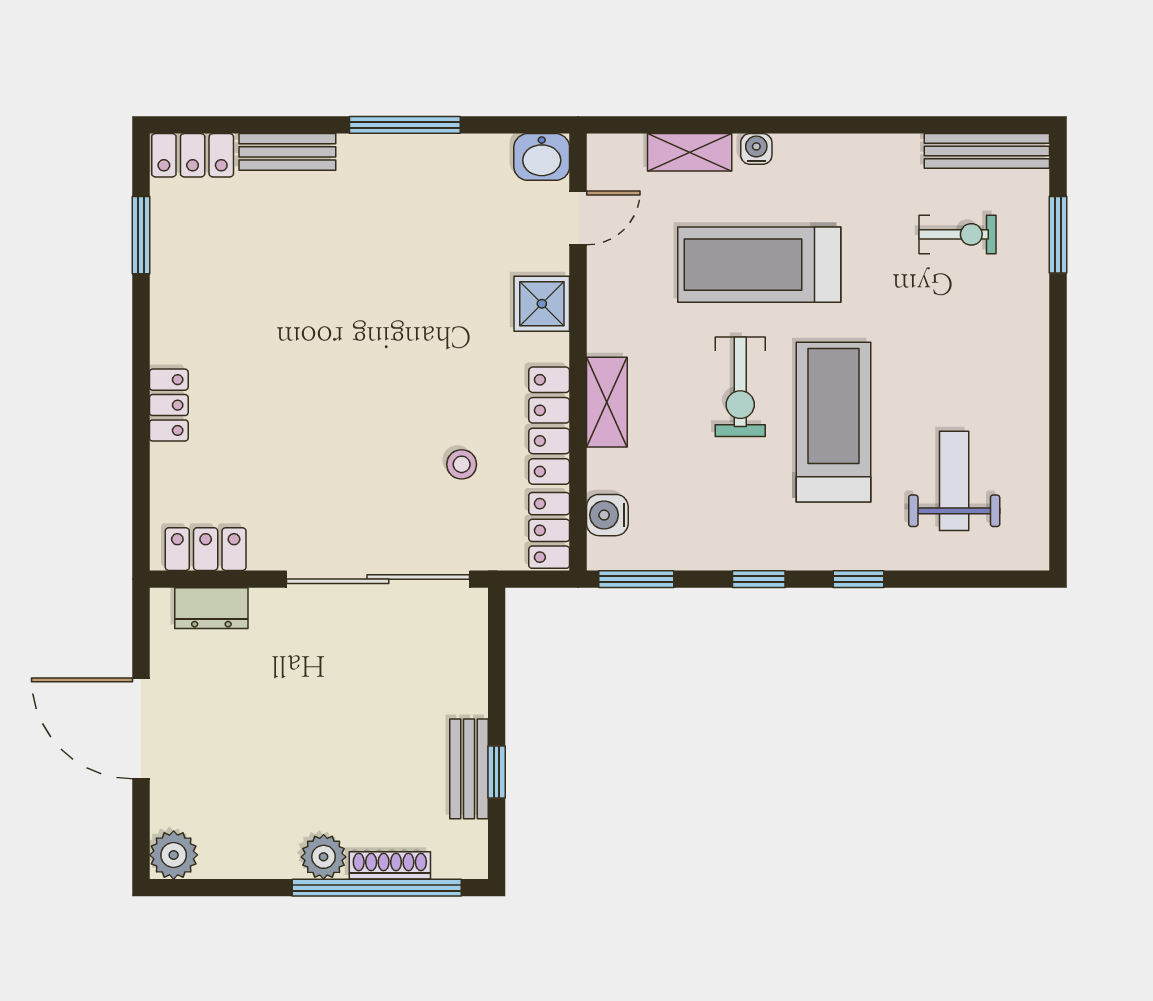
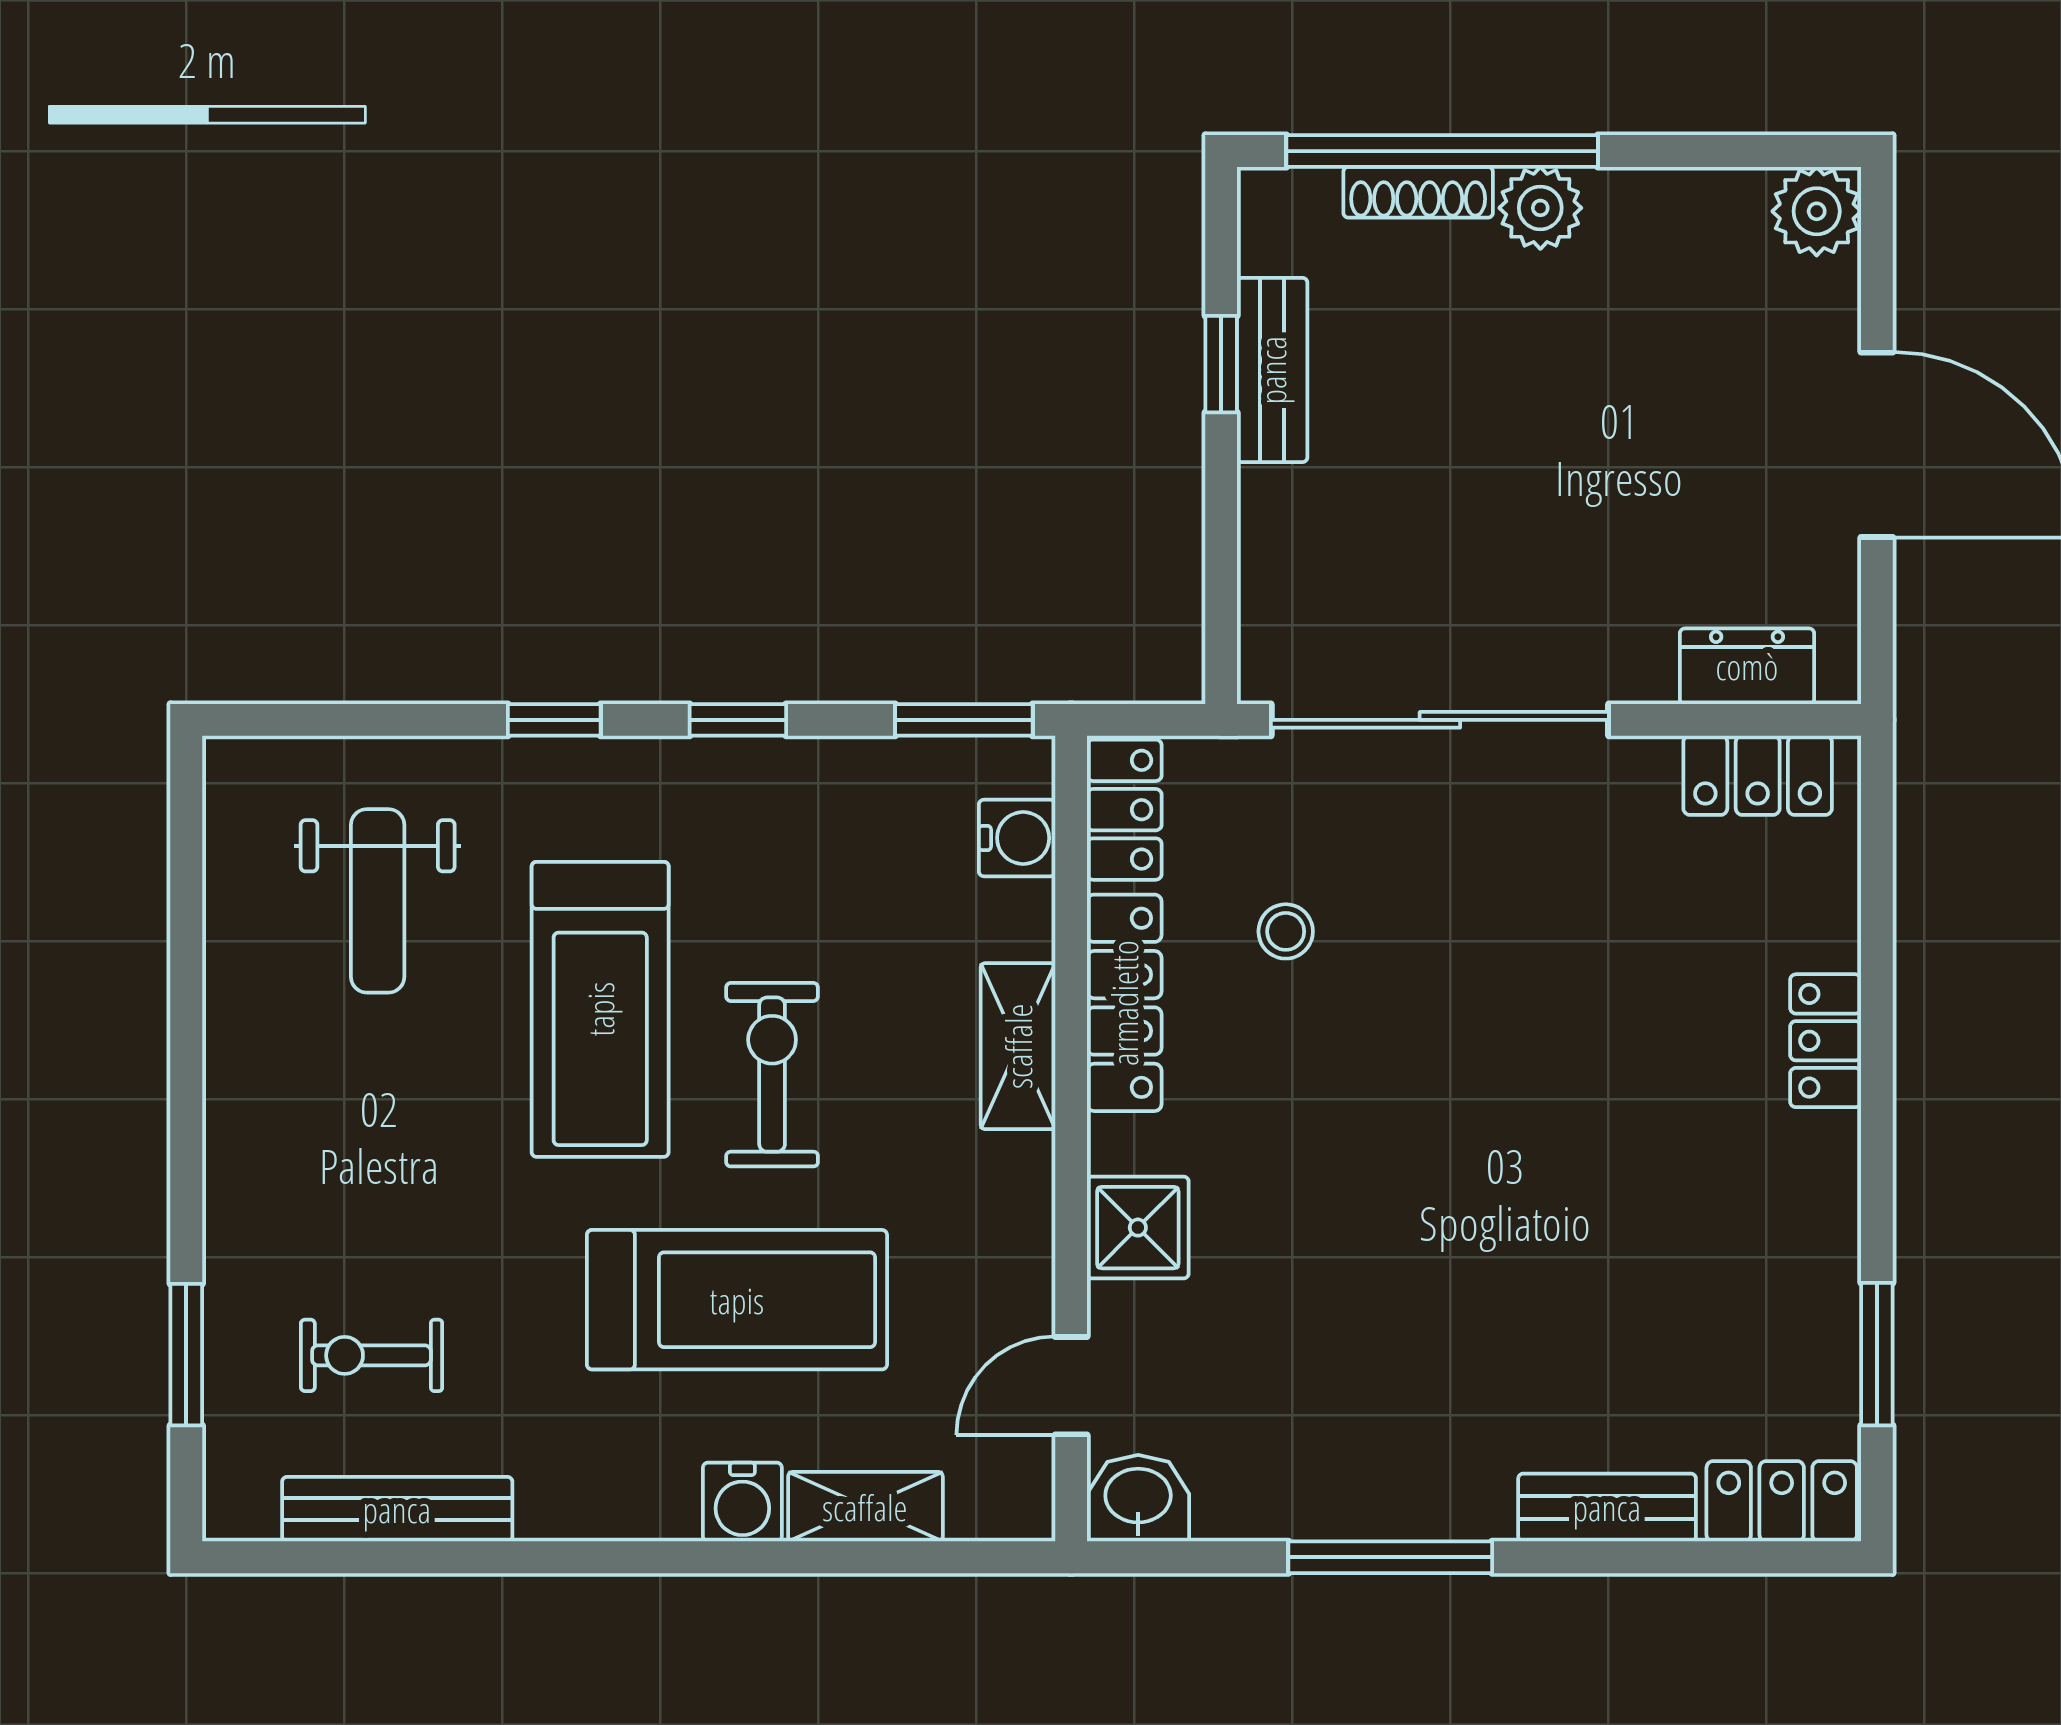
water cooler: (756, 149) -> (742, 1502), width x1.38, depth x1.38
bench: (987, 151) -> (397, 1509), moved

